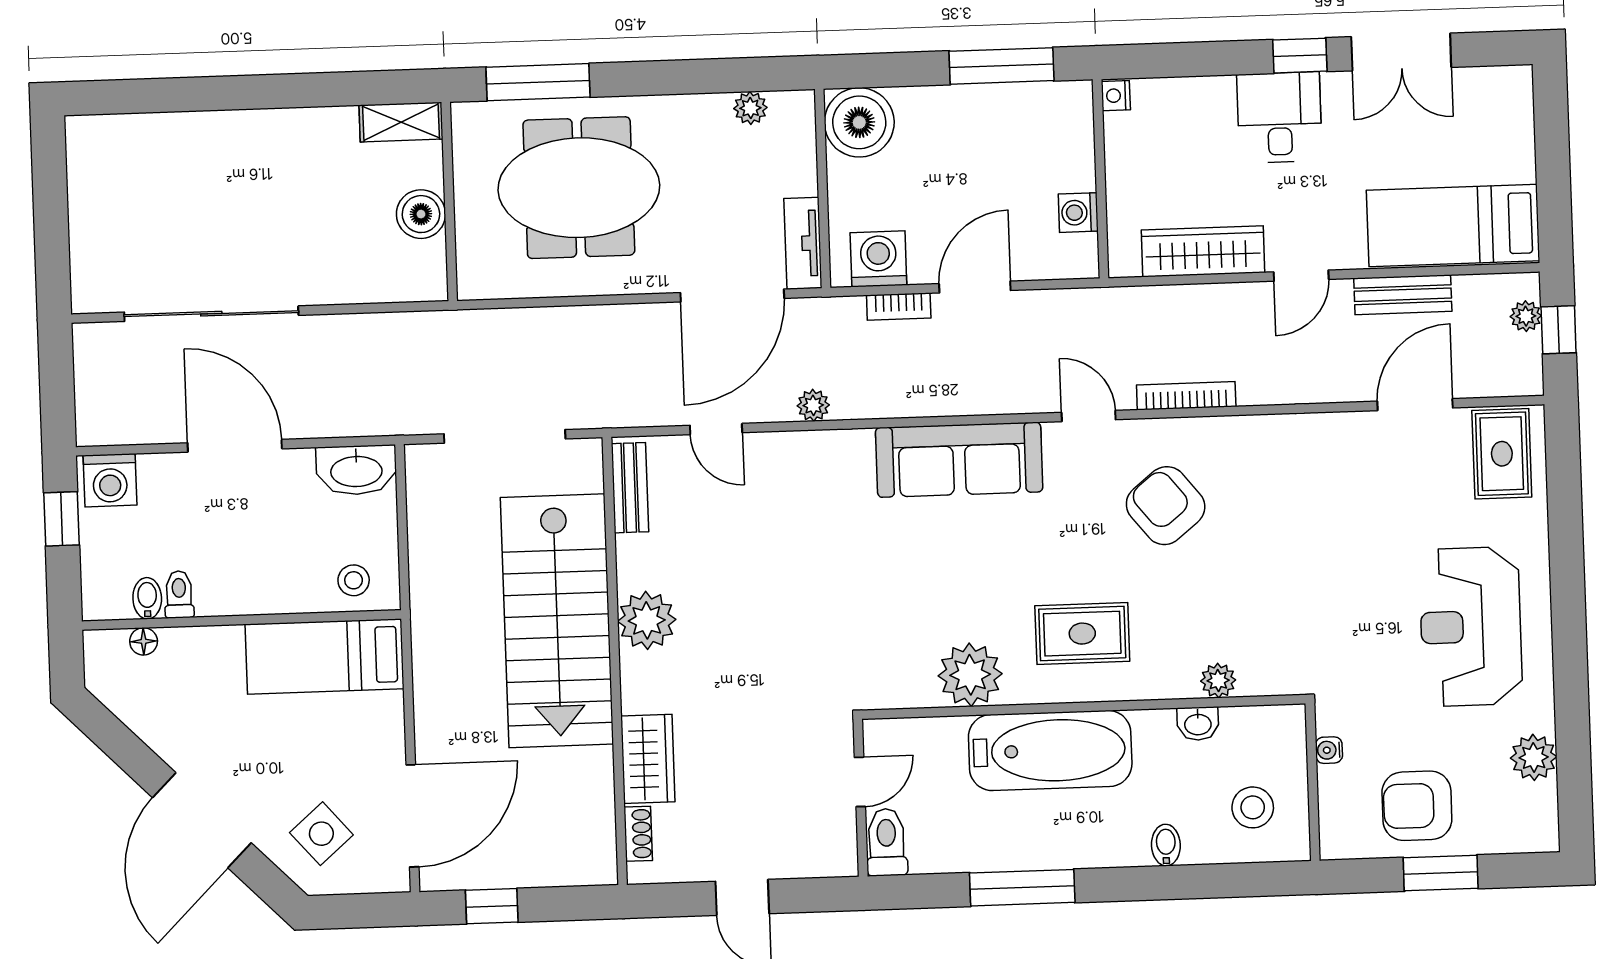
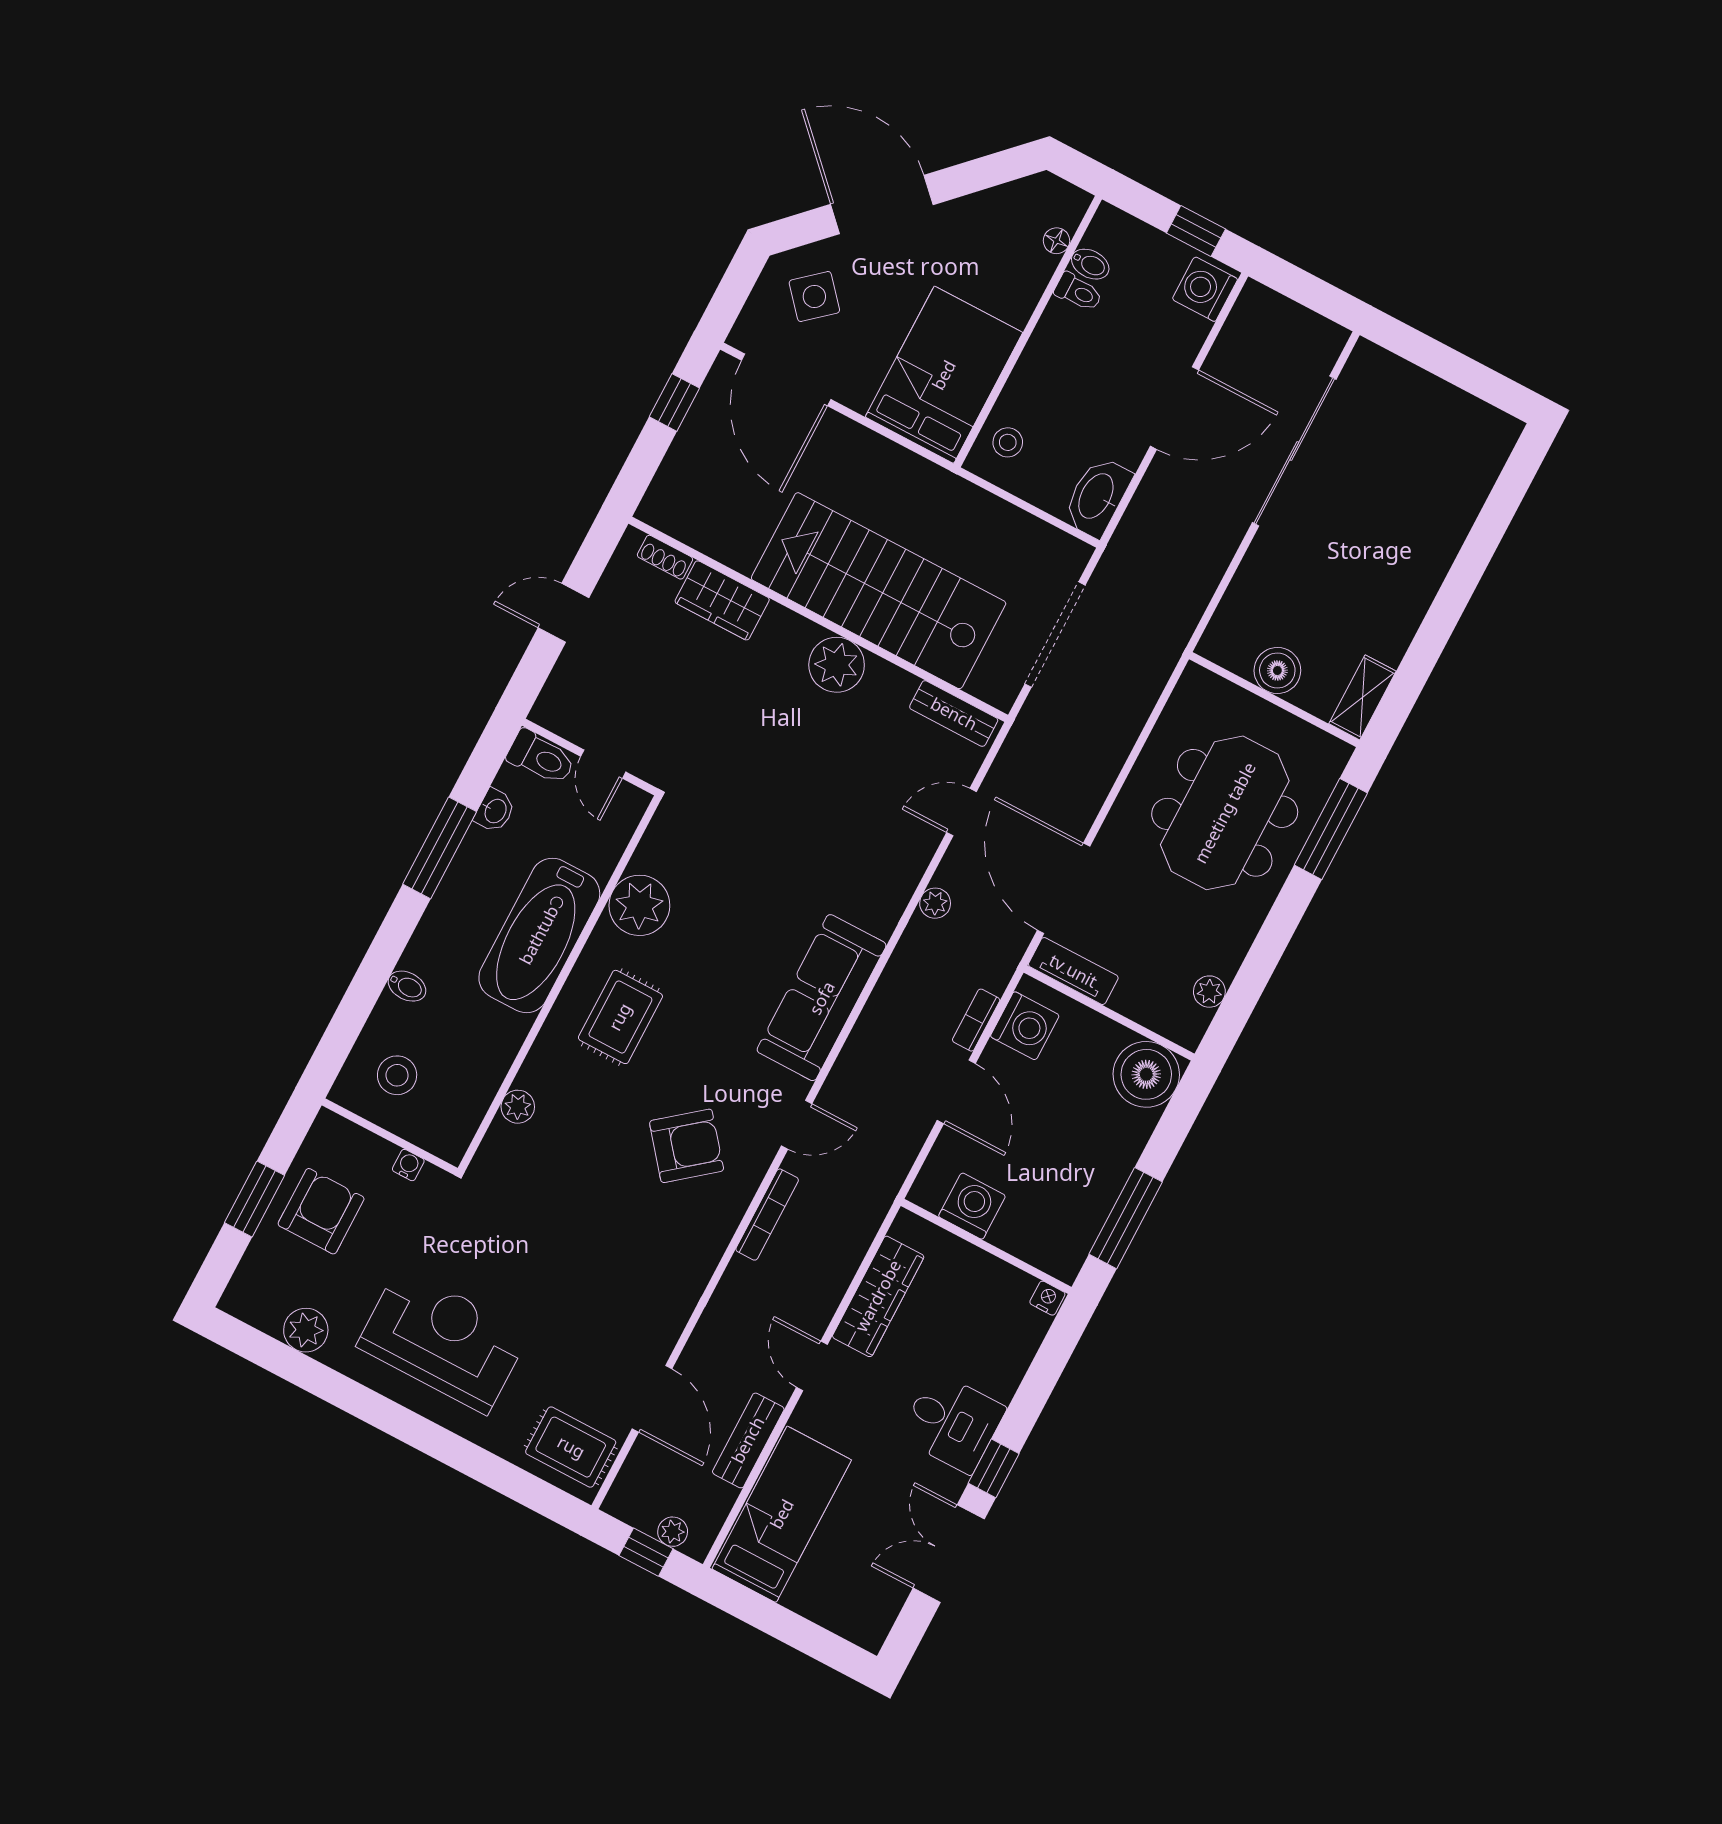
washing machine: (1078, 213) -> (972, 1206), width x1.38, depth x1.38
bed: (324, 656) -> (944, 375), width x1.50
washbasin: (1198, 724) -> (495, 811), moved, turned 180

